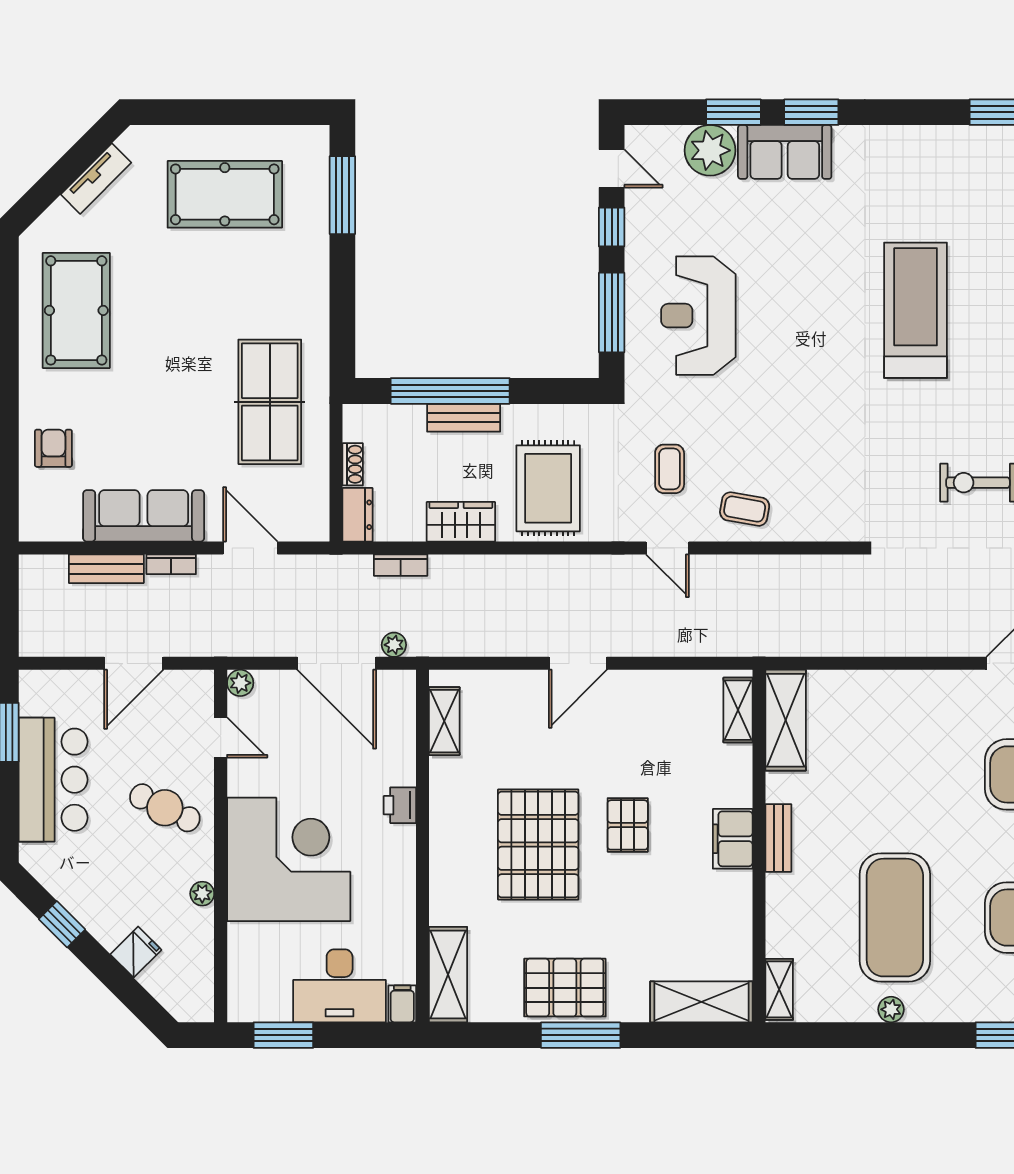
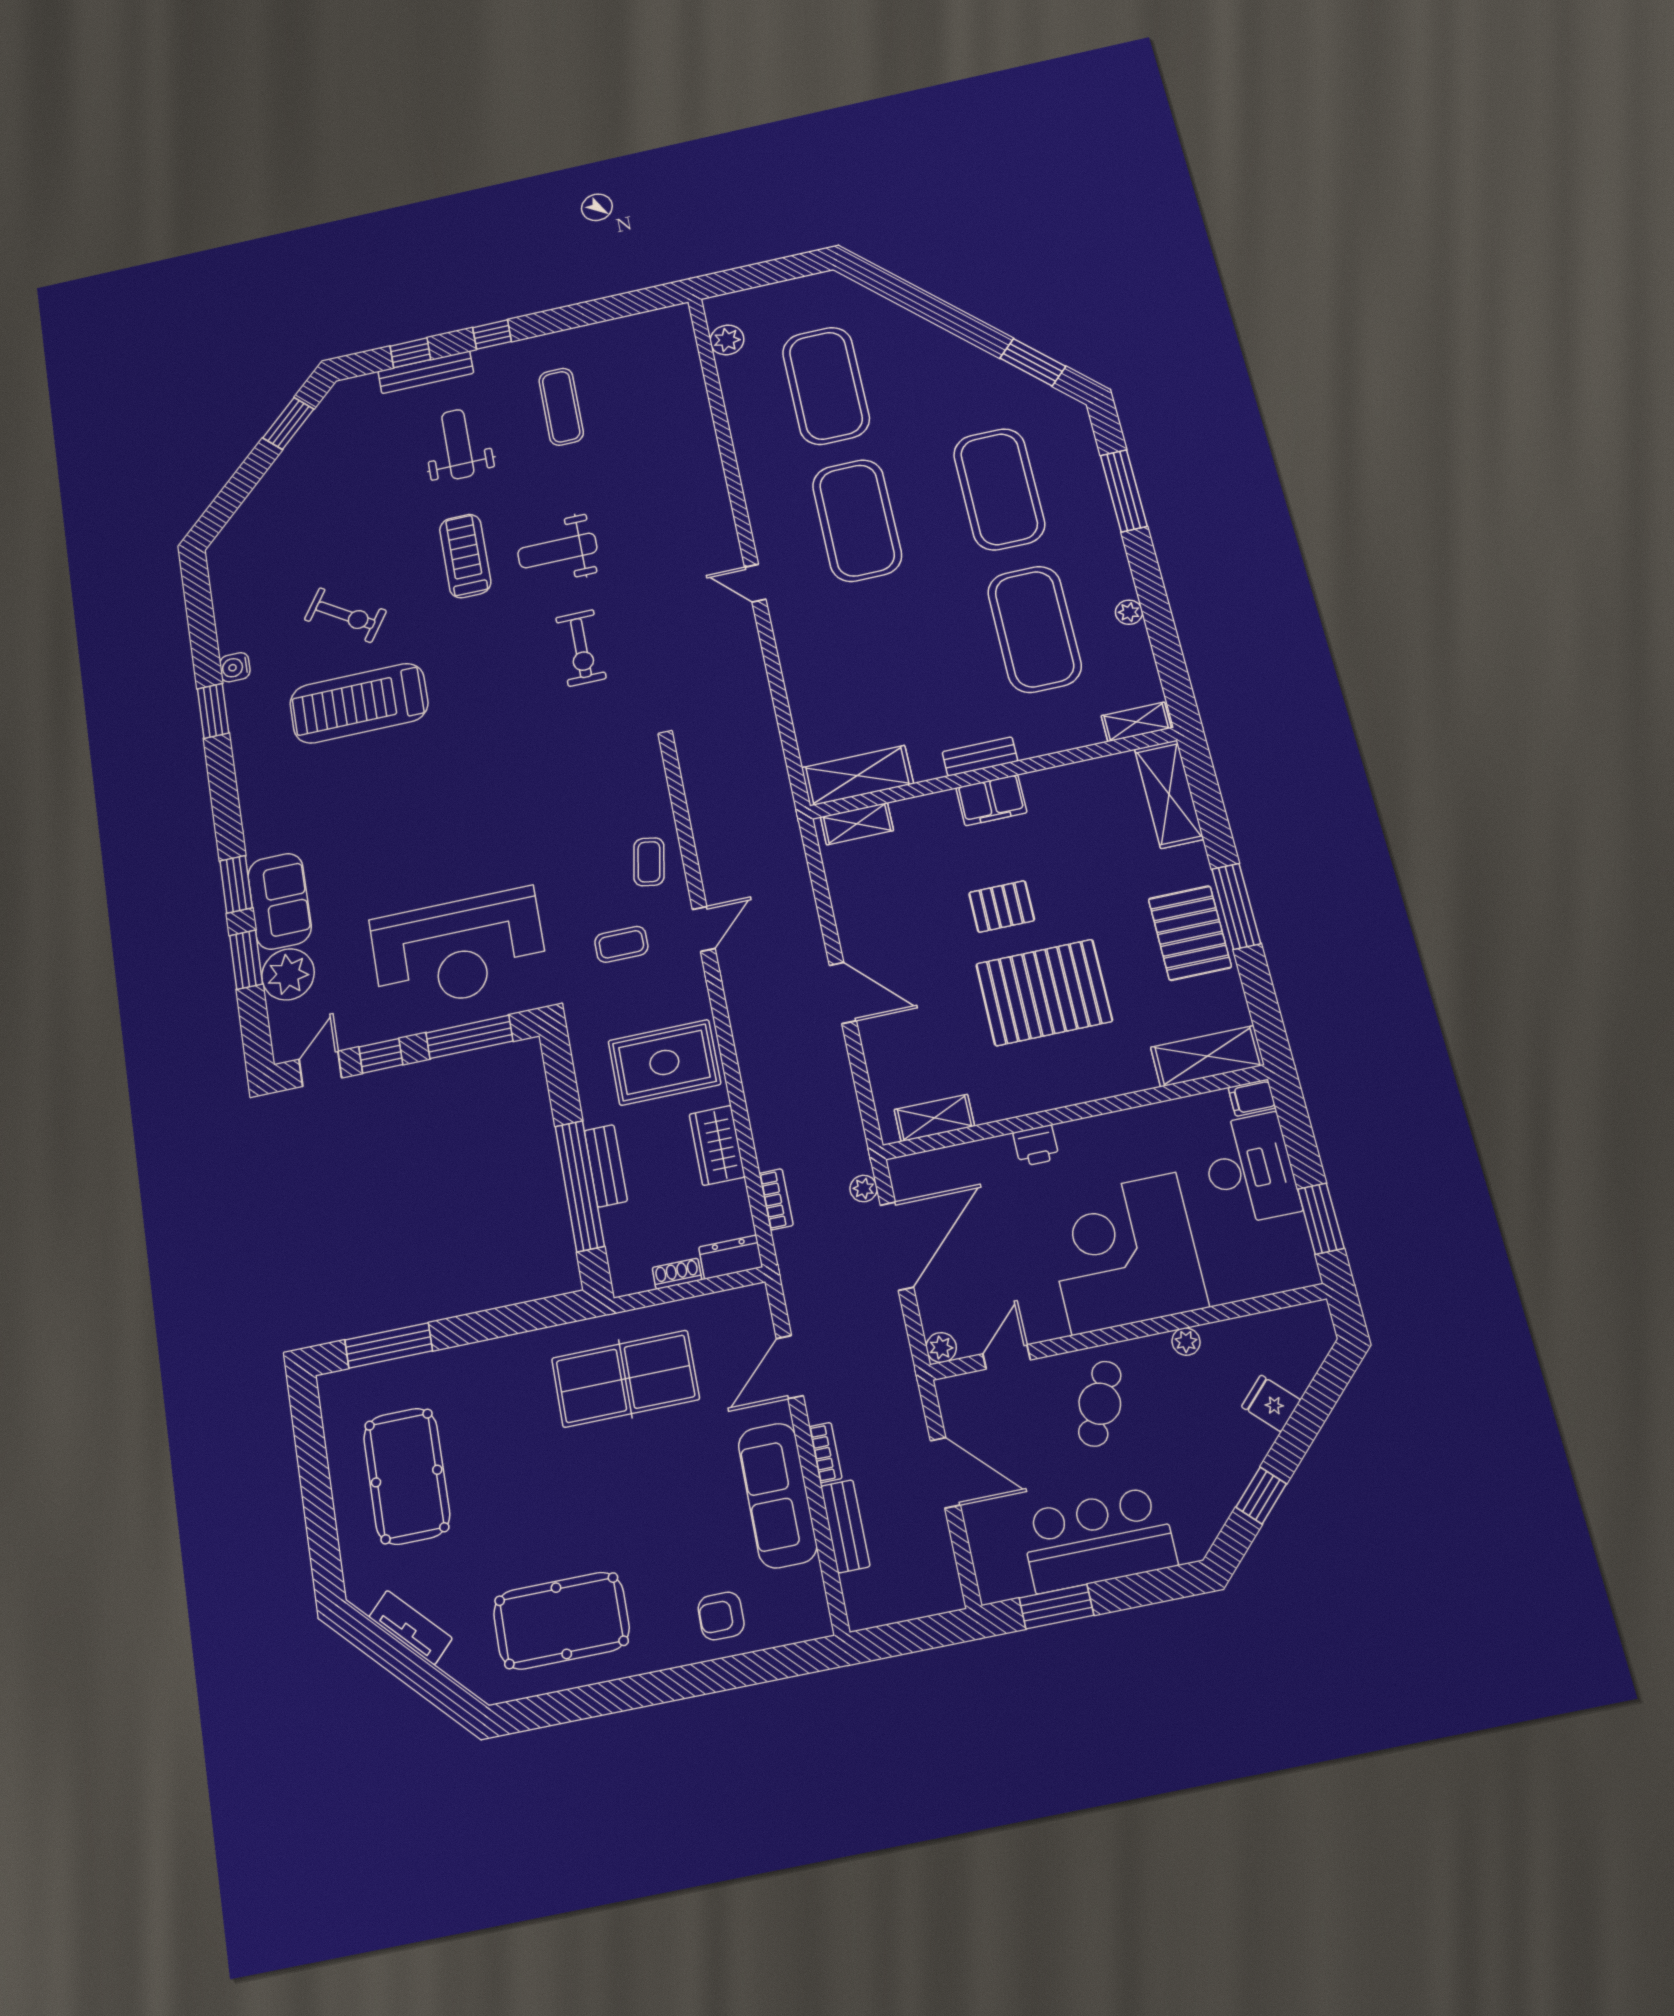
treadmill: (916, 310) -> (359, 703), moved
reception desk: (698, 316) -> (459, 950), width x1.36, depth x1.30
exercise mat: (895, 918) -> (1034, 629), turned 90

